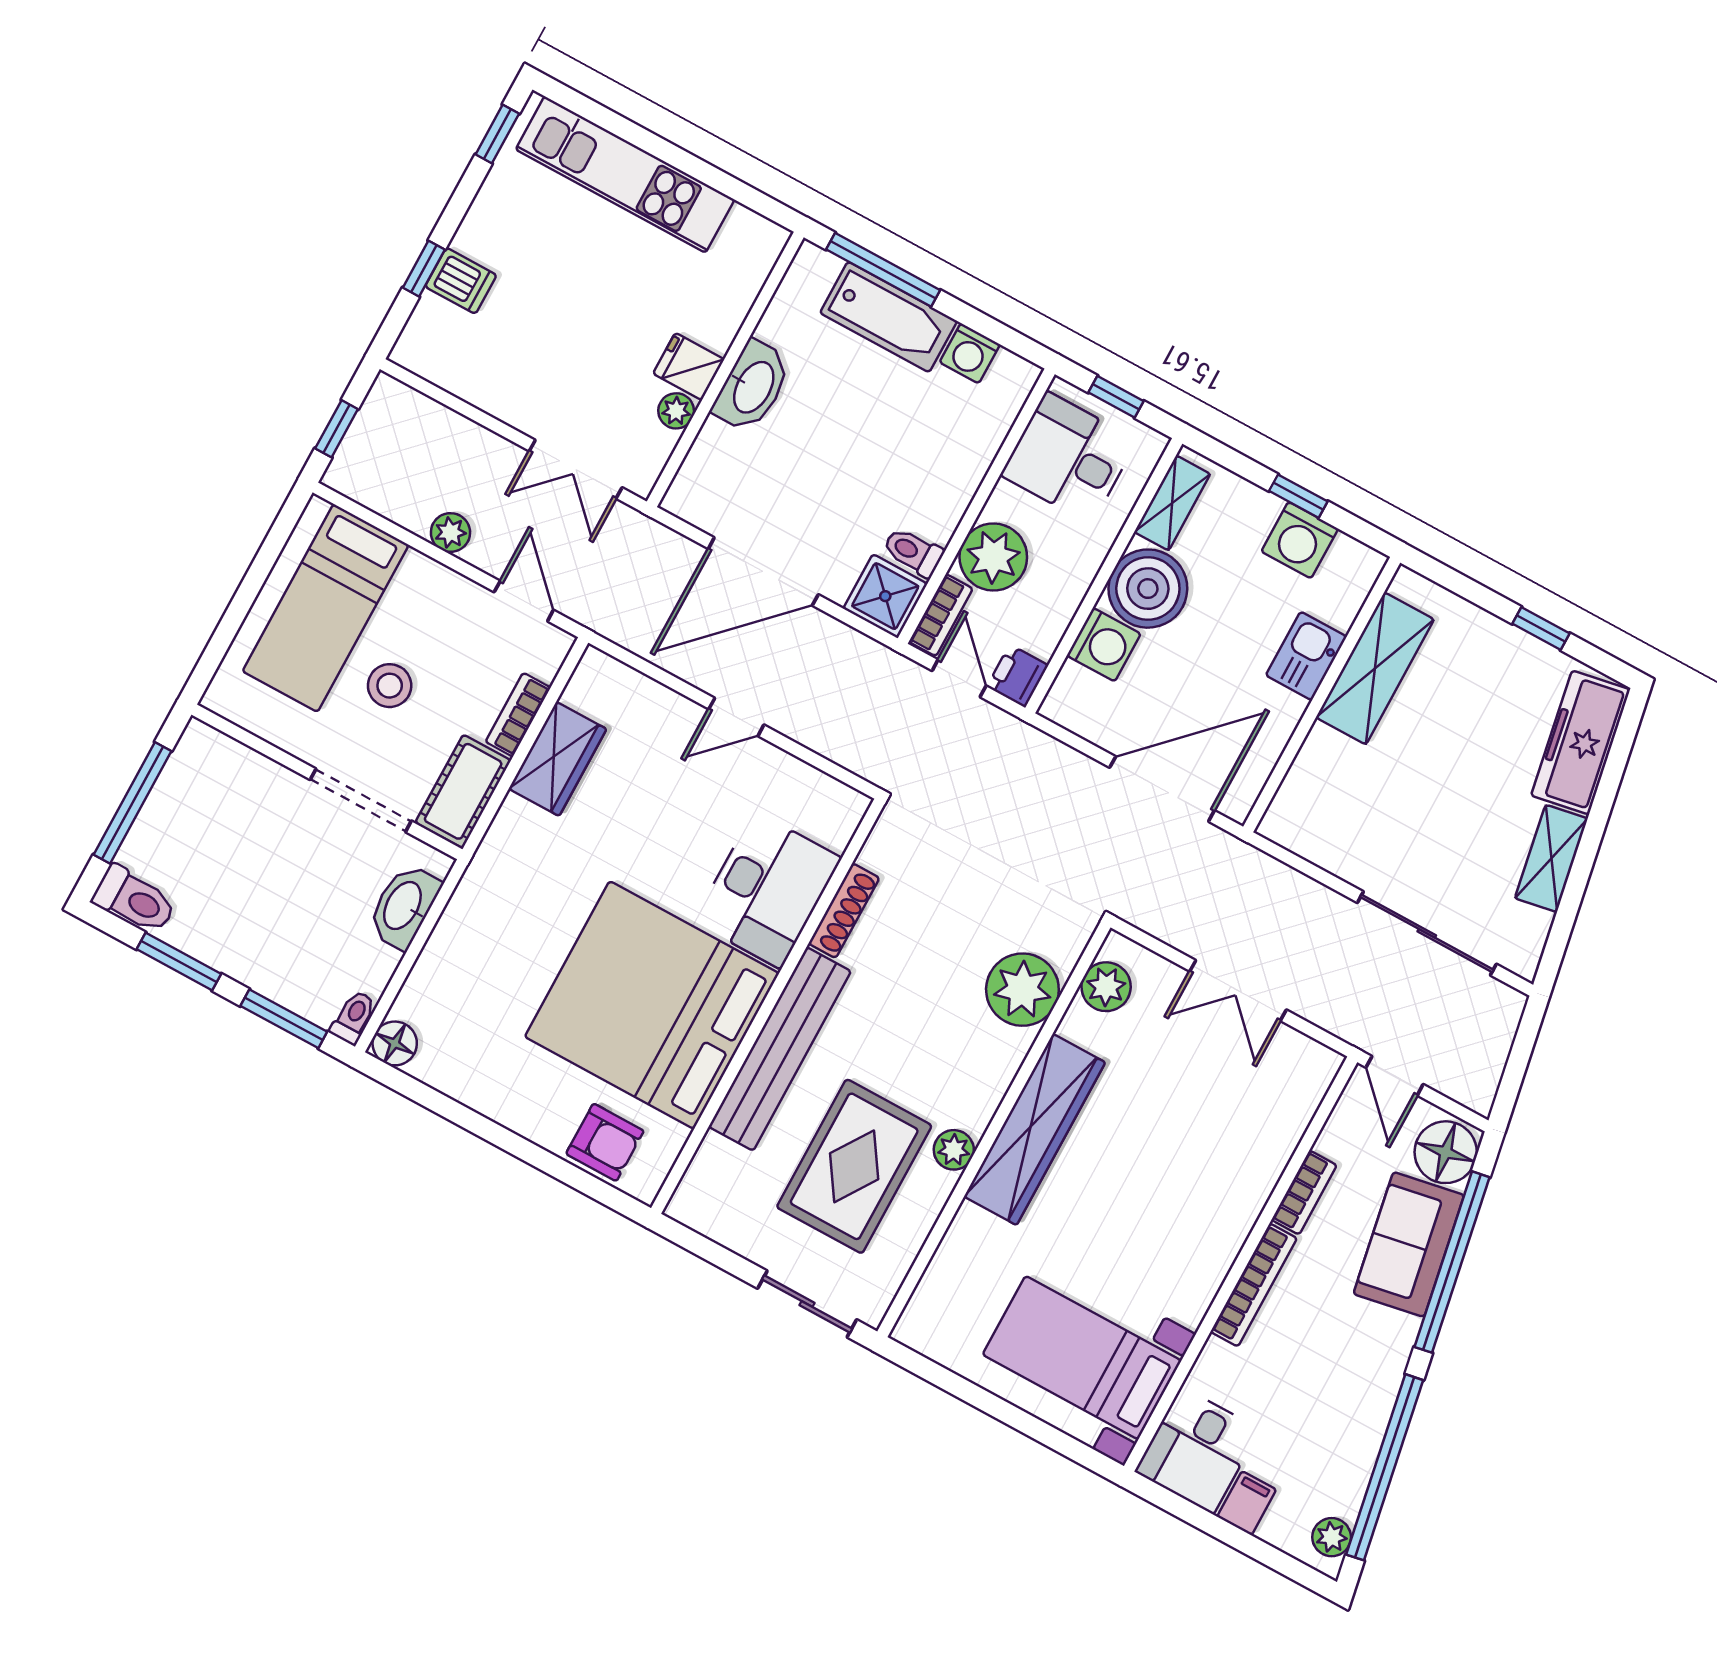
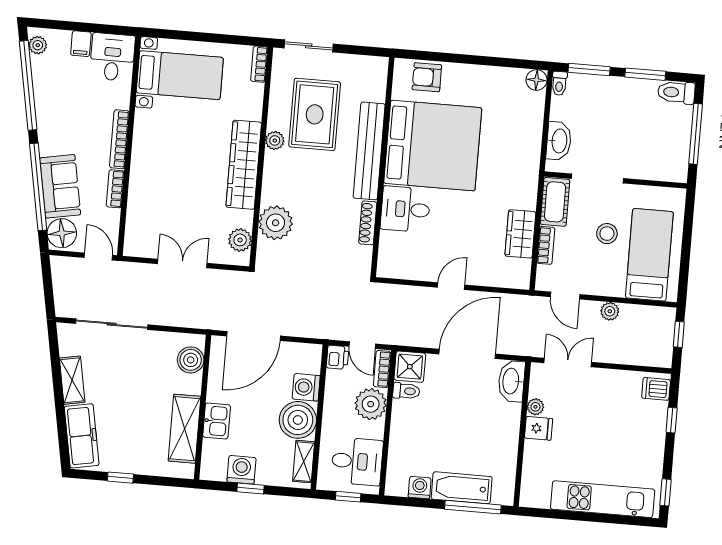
dishwasher: (461, 281) -> (656, 389), moved
washbasin: (752, 387) -> (511, 381), moved
boiler: (1304, 797) -> (191, 360), added
desk: (768, 890) -> (405, 209), width x0.73
bookcase: (919, 1311) -> (259, 64), added

